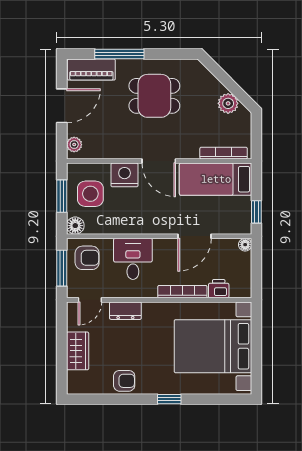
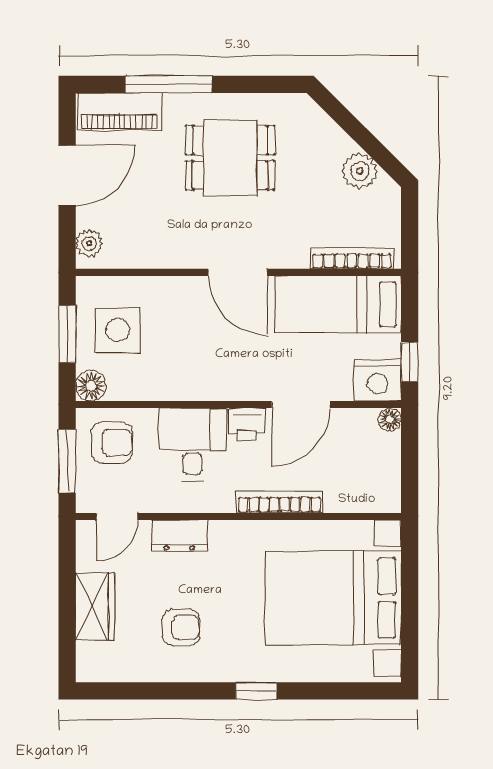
nightstand: (125, 175) -> (378, 380), moved, turned 180
printer: (219, 289) -> (247, 424), moved, turned 180
armchair: (124, 381) -> (181, 627), moved

